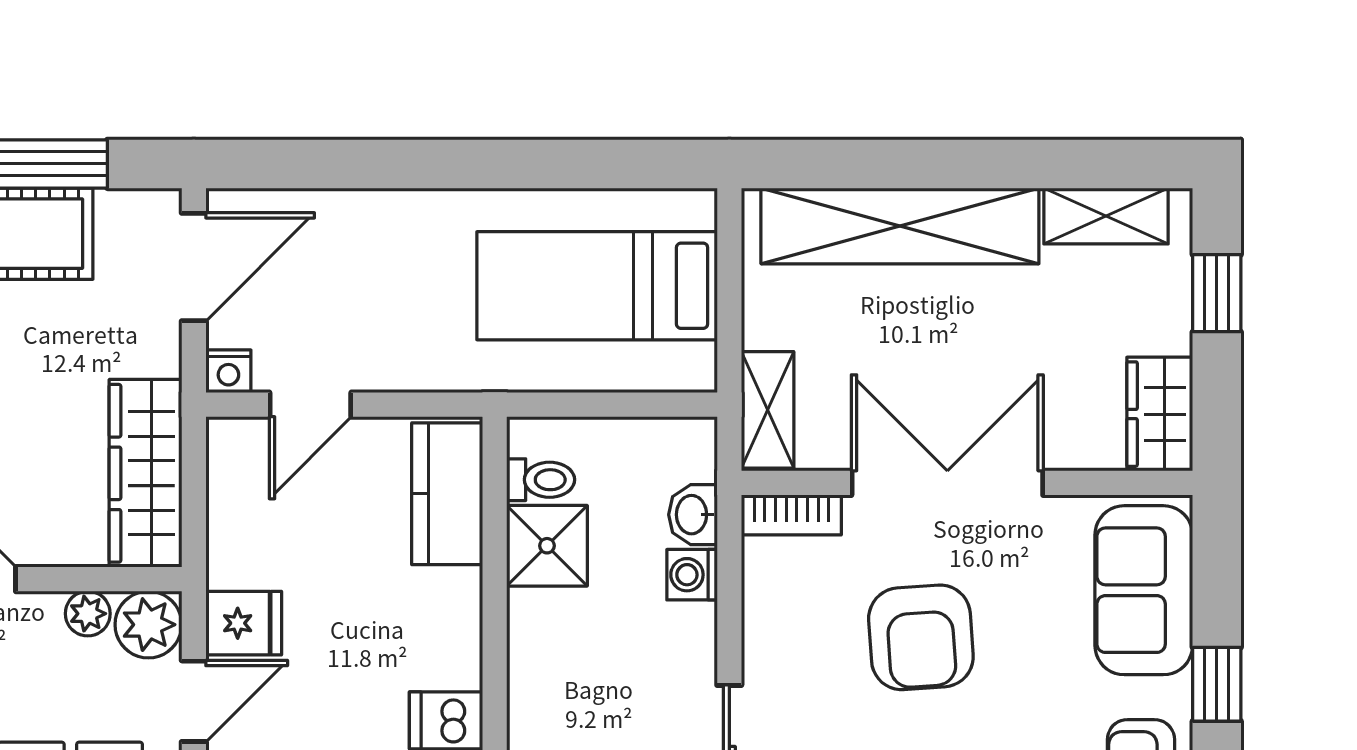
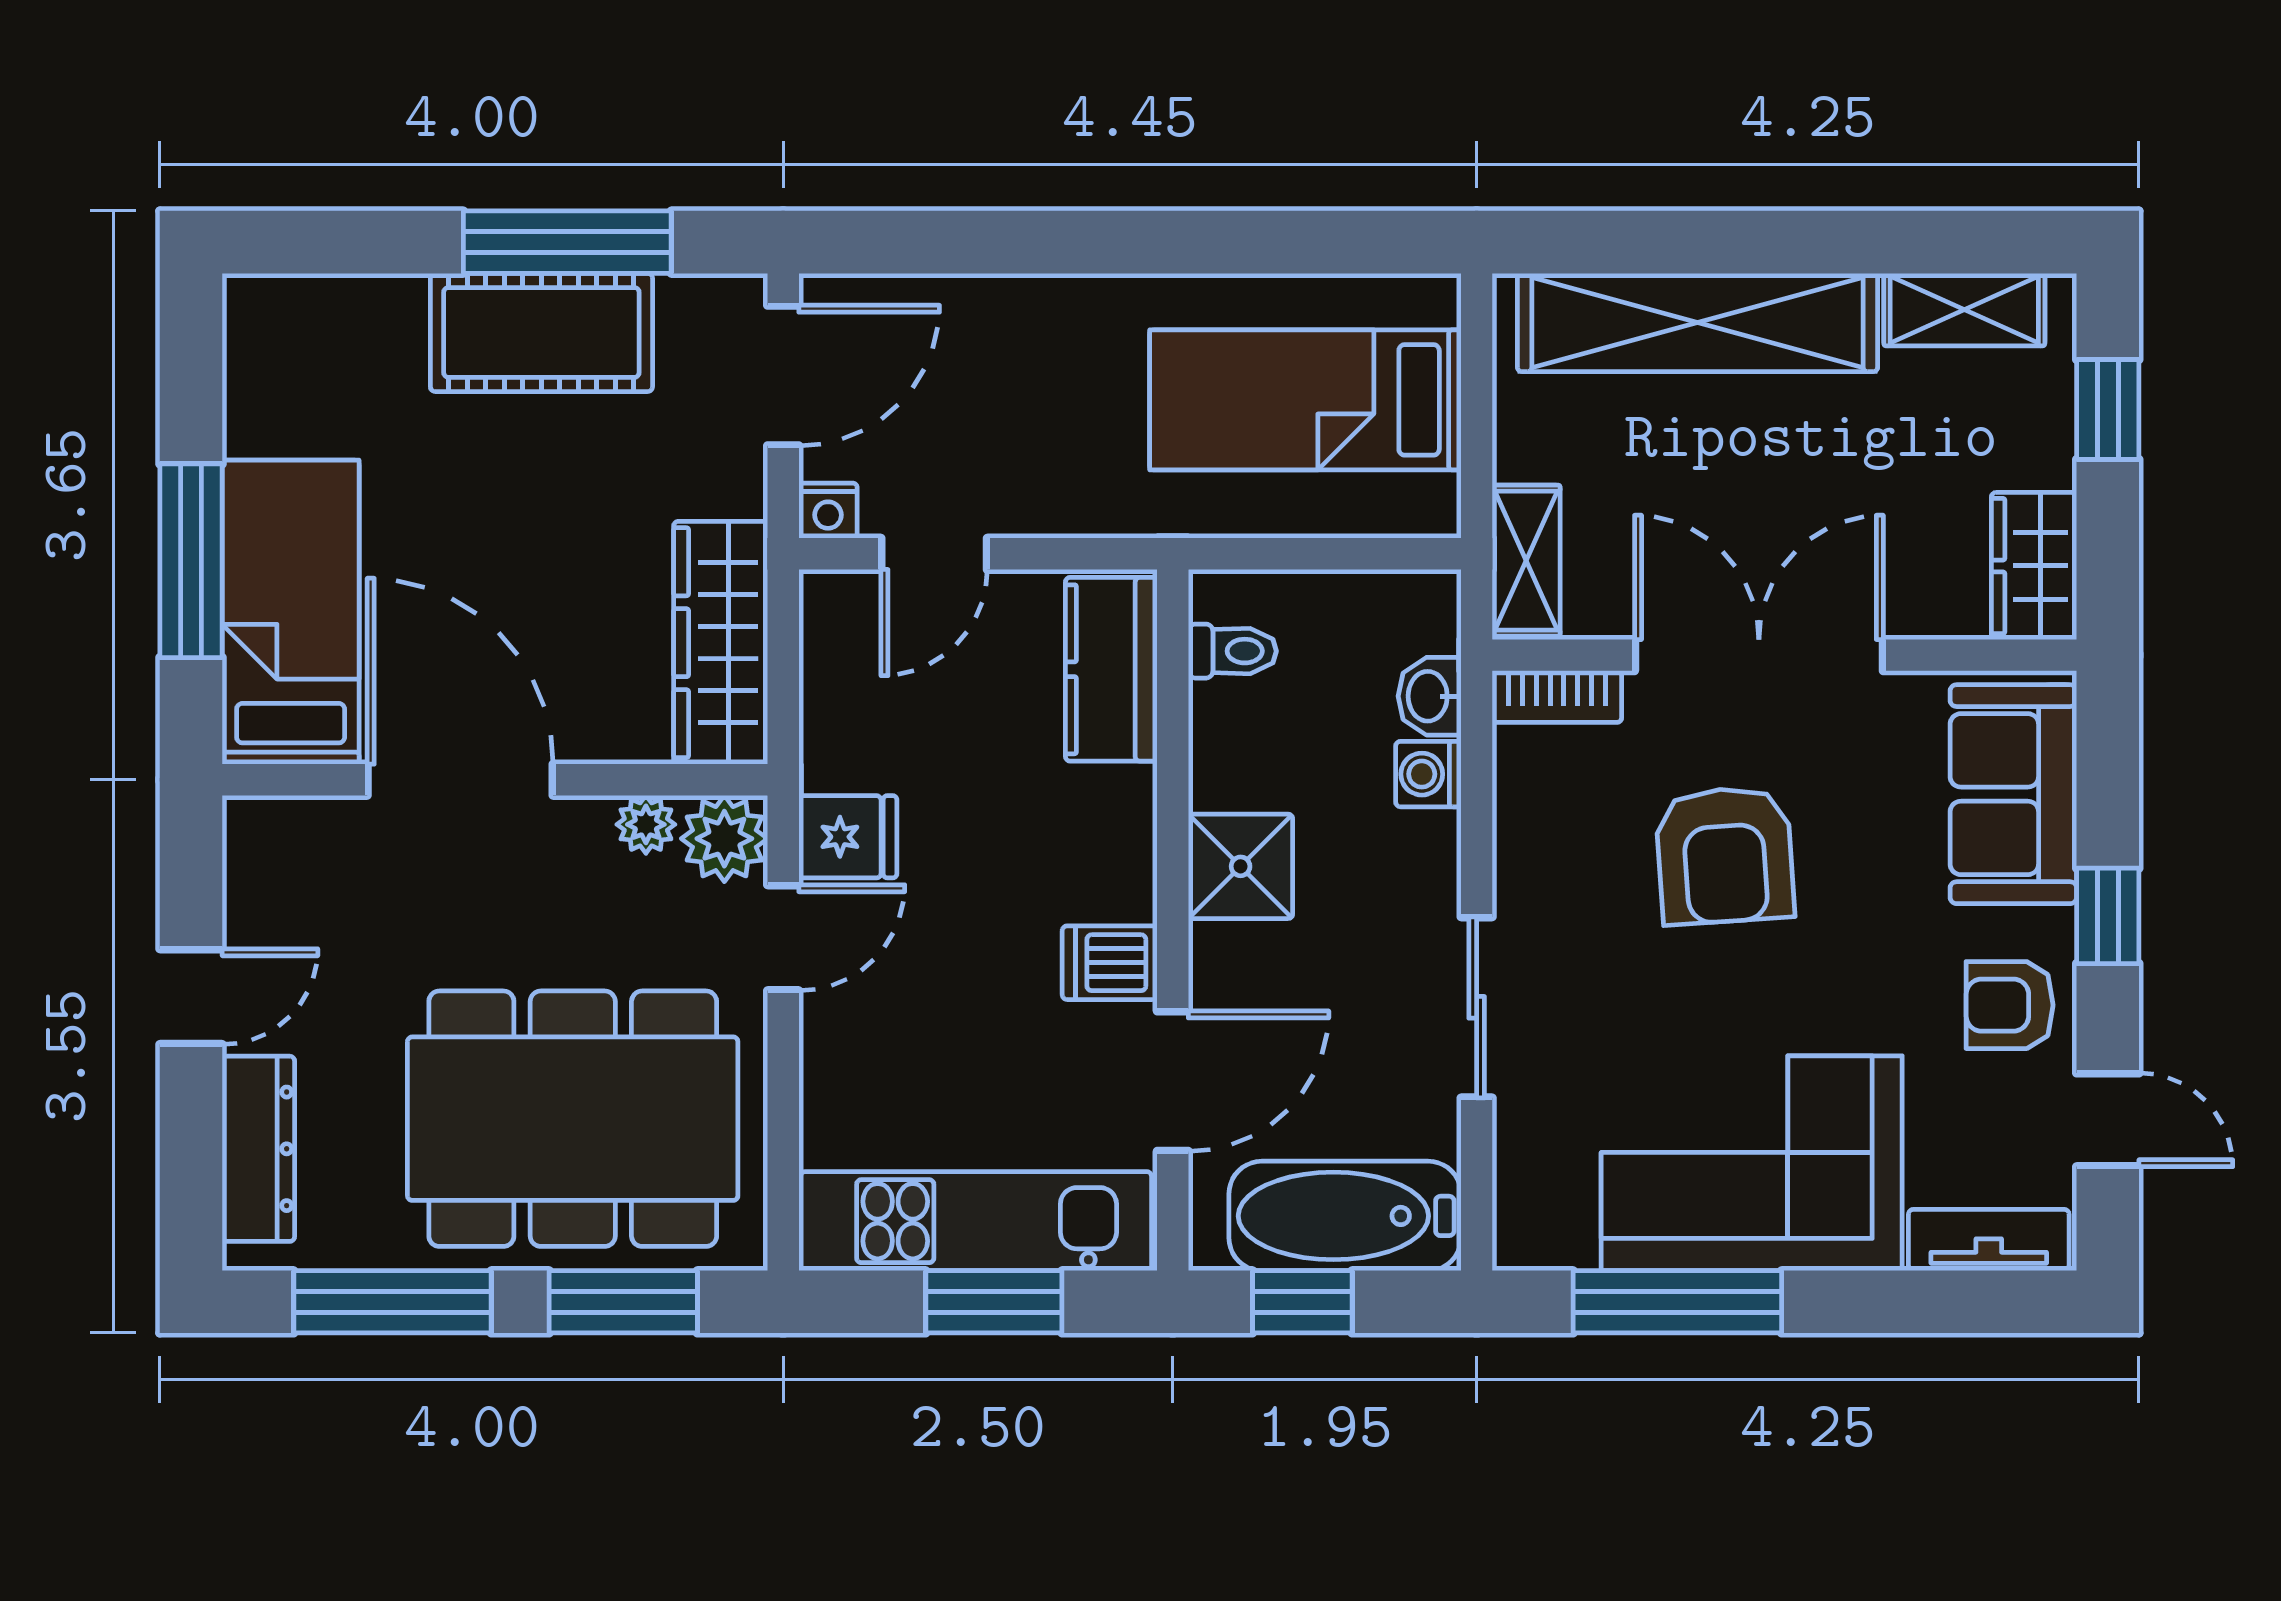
shower: (547, 546) -> (1241, 866), moved

